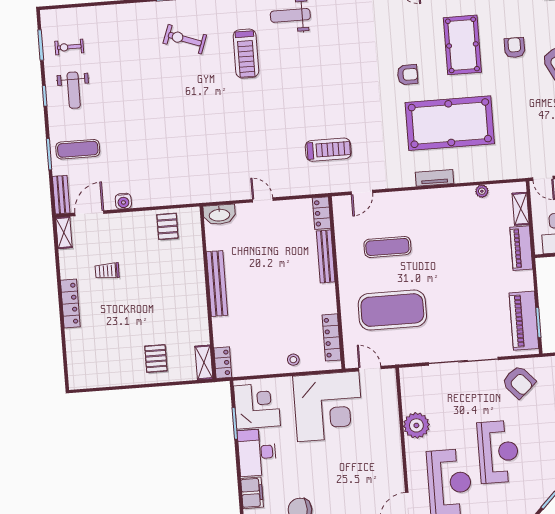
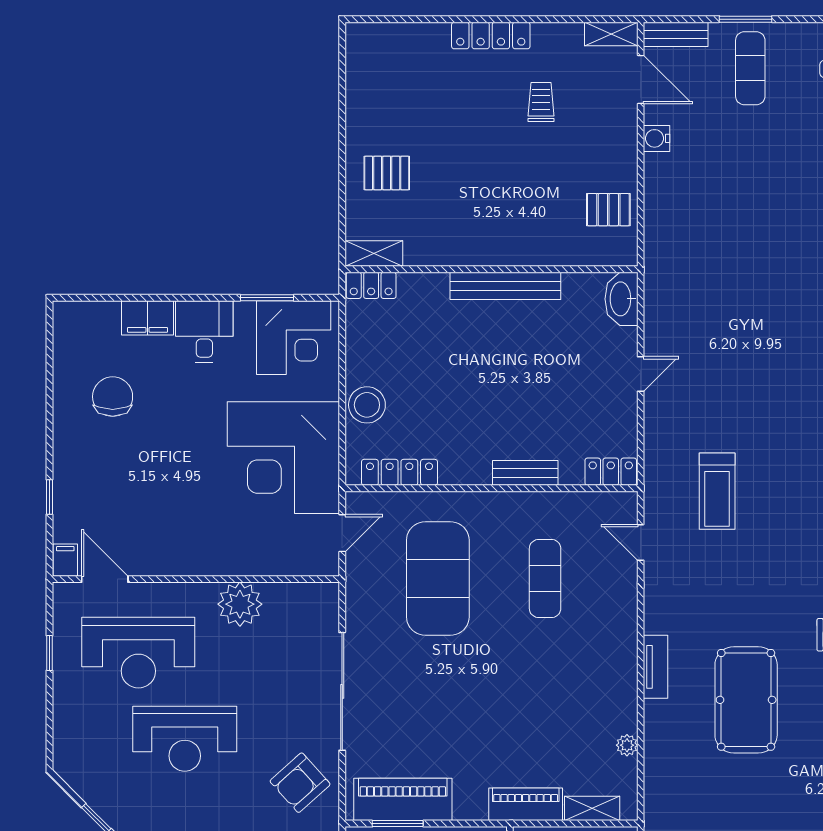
pool table: (450, 123) -> (746, 700), width x0.73, depth x0.76
bench: (326, 256) -> (525, 473), width x0.73
stool: (293, 360) -> (367, 405), width x1.89, depth x1.89
desk: (257, 452) -> (204, 331), width x0.73

